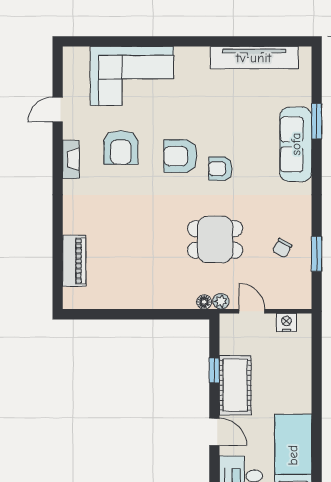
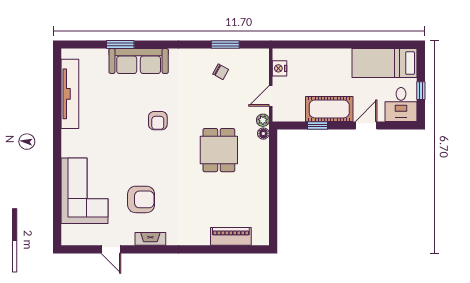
armchair: (180, 156) -> (148, 152), removed
dining table: (215, 239) -> (219, 150), moved

